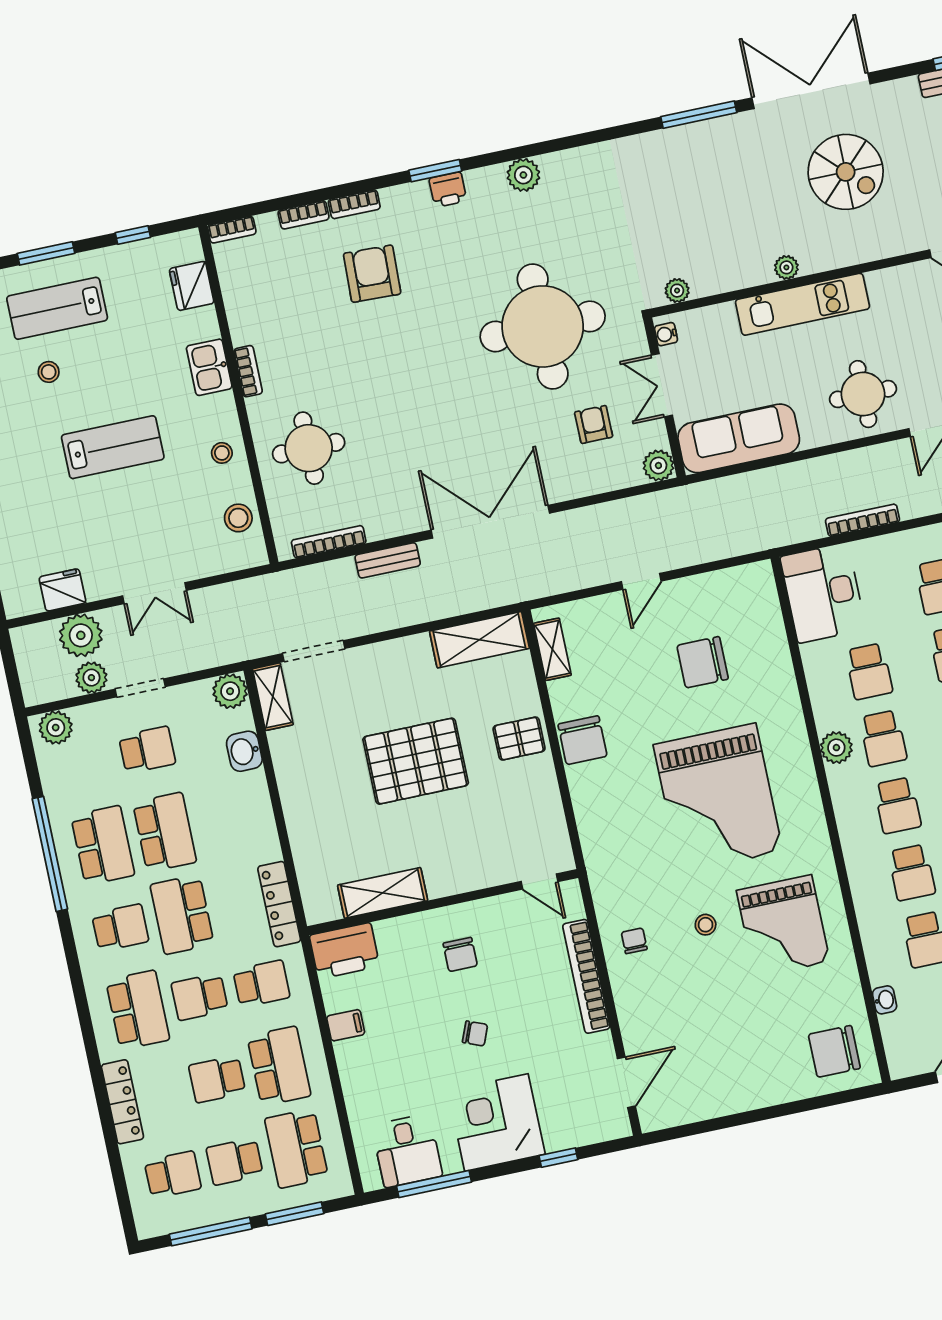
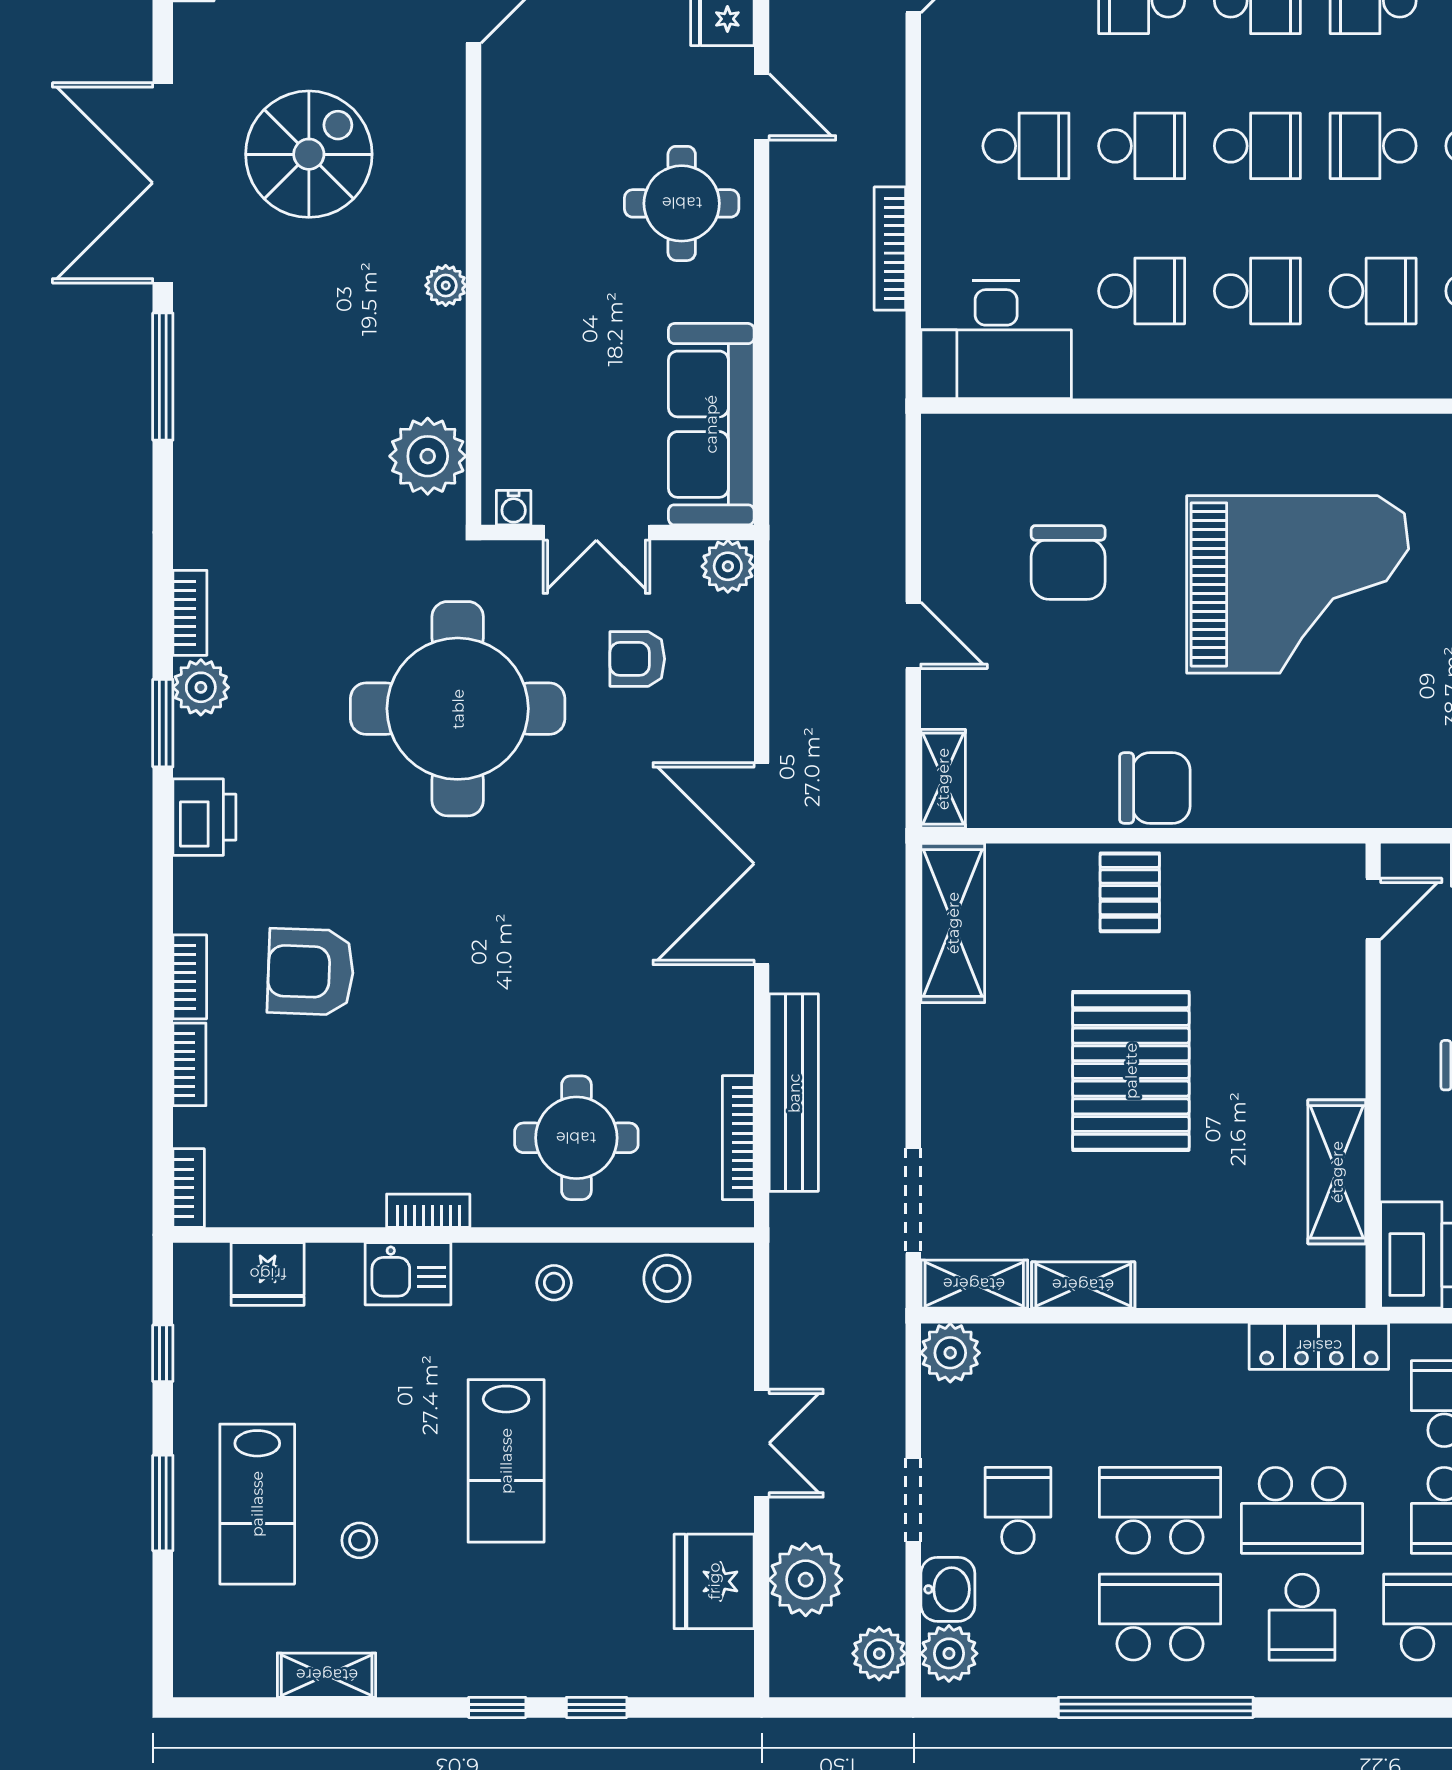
bookcase: (565, 160) -> (190, 613), added
window: (435, 171) -> (163, 723), moved
printer: (448, 190) -> (204, 817), width x1.36, depth x1.24
plant: (677, 291) -> (428, 456), width x1.88, depth x1.88
kitchen unit: (802, 304) -> (512, 272), removed
lab bench: (113, 447) -> (506, 1461), turned 180
bench: (388, 560) -> (794, 1093), width x1.86, depth x1.21
fridge: (62, 590) -> (714, 1581), width x1.36, depth x1.34
shelving: (552, 649) -> (943, 779), moved, turned 90
plant: (91, 678) -> (879, 1654), moved
plant: (836, 748) -> (1256, 371), removed
washbasin: (244, 751) -> (948, 1589), moved, turned -90
shelving: (286, 760) -> (1083, 1285), added
school desk: (120, 928) -> (1302, 1617), turned 180

